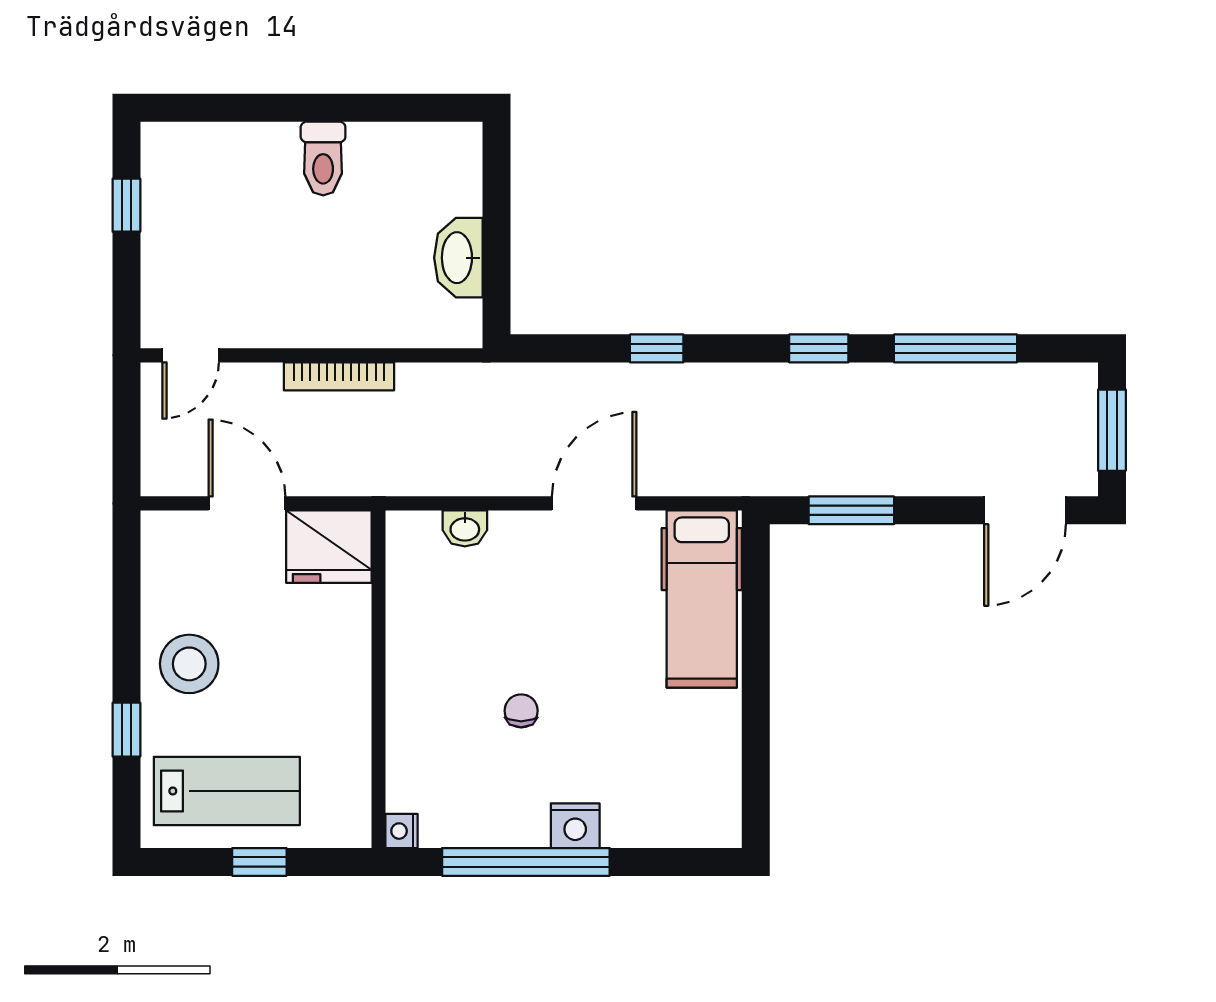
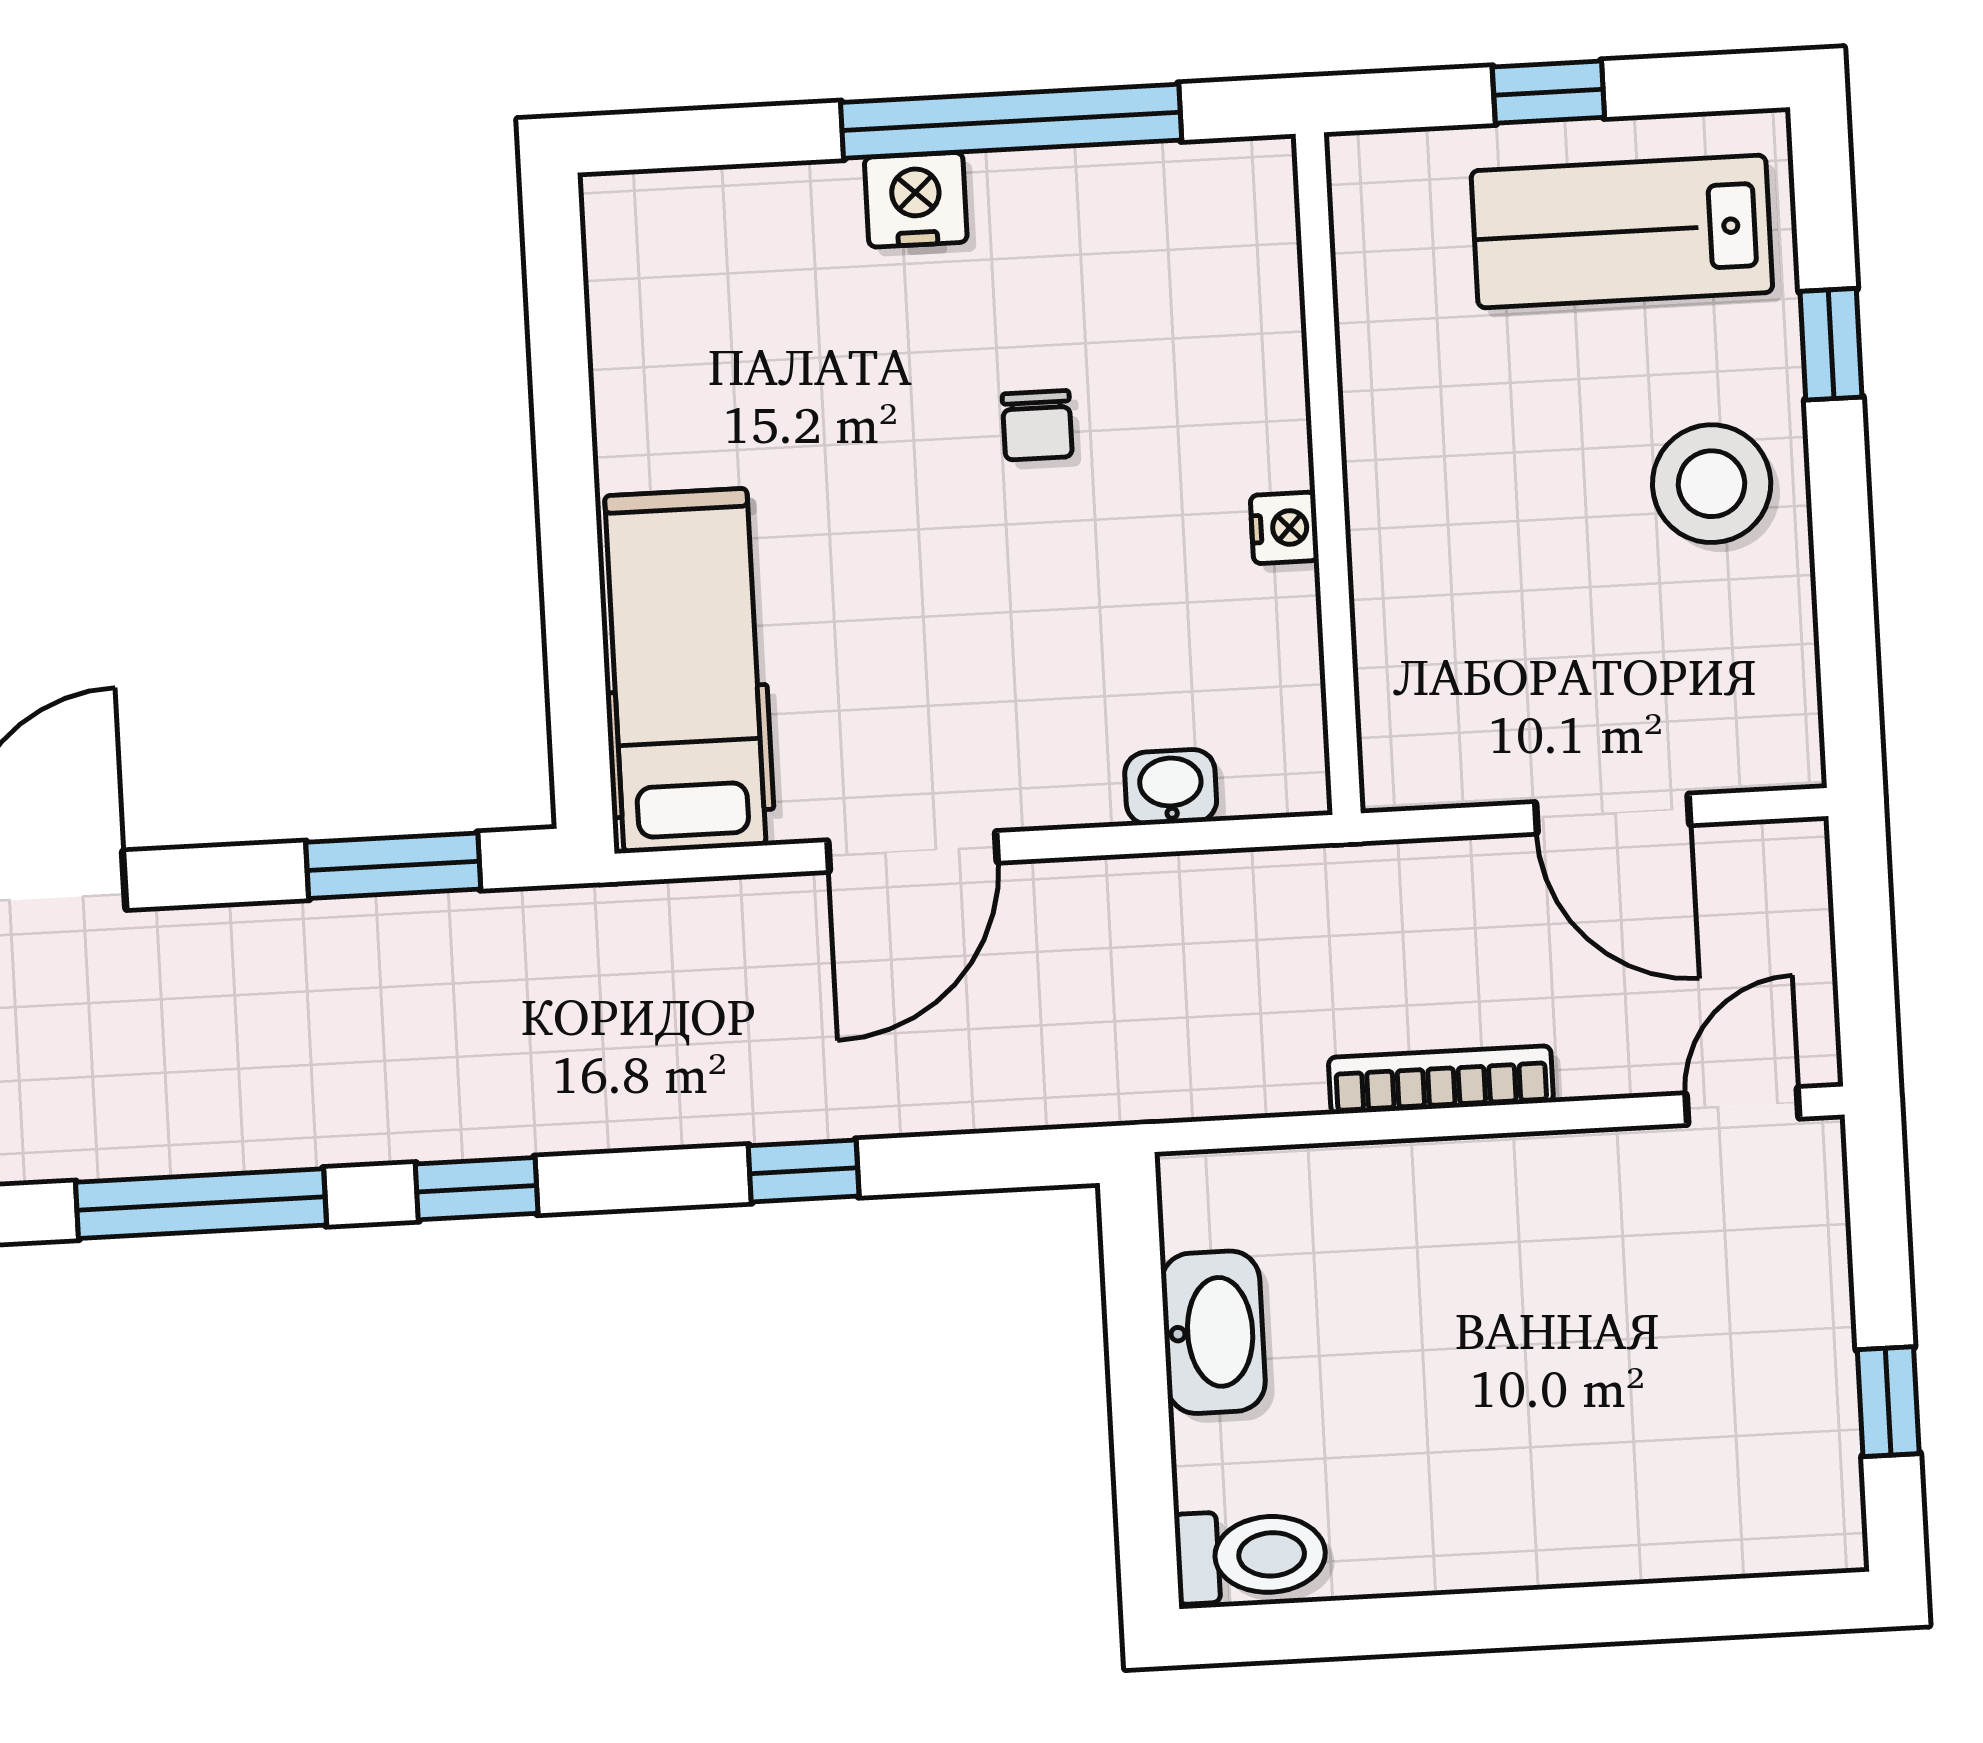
toilet: (323, 159) -> (1251, 1555), moved, turned 90
fridge: (329, 547) -> (1443, 736), removed
nightstand: (402, 831) -> (1284, 528), moved

